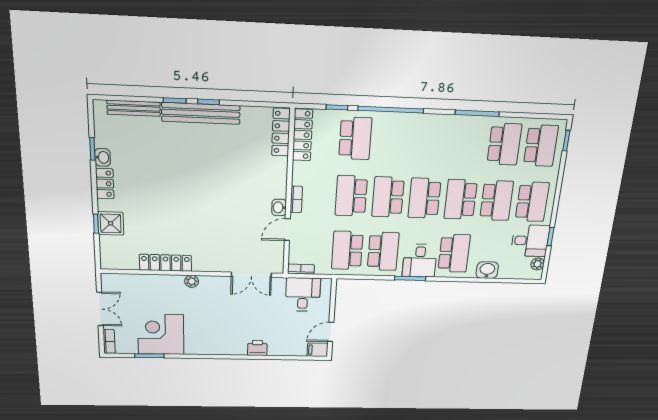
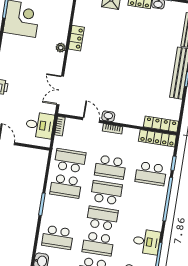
school desk: (351, 196) -> (110, 167), turned 180
school desk: (461, 199) -> (98, 244), turned 180
desk: (420, 261) -> (146, 242), moved, turned 180
locker: (165, 263) -> (76, 38), width x0.66

